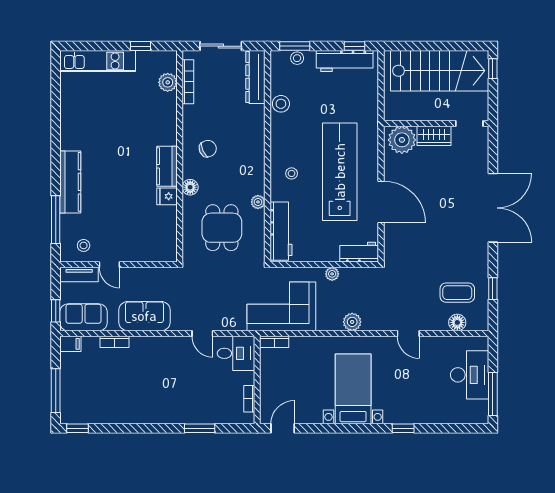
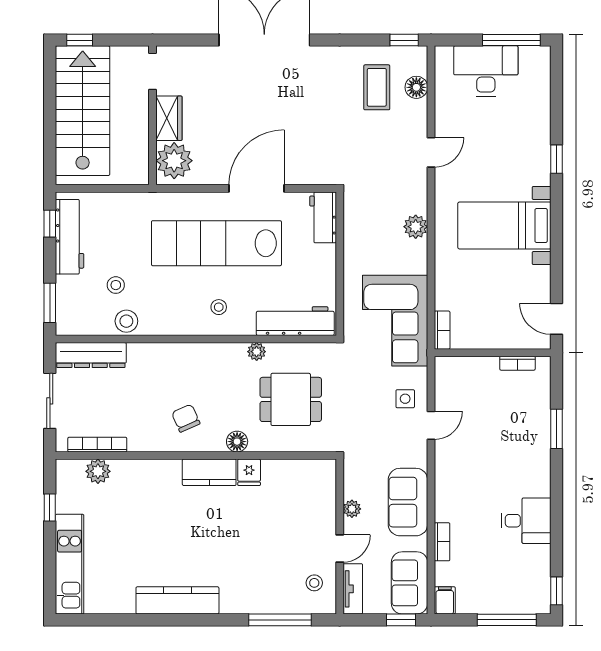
stool: (297, 58) -> (116, 285), moved
kitchen counter: (70, 182) -> (177, 600), moved
plant: (332, 274) -> (352, 509), moved
window: (493, 289) -> (404, 40), moved
side table: (222, 314) -> (405, 399), added
desk: (236, 353) -> (526, 521), moved, turned 90

